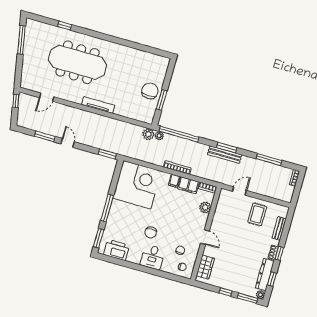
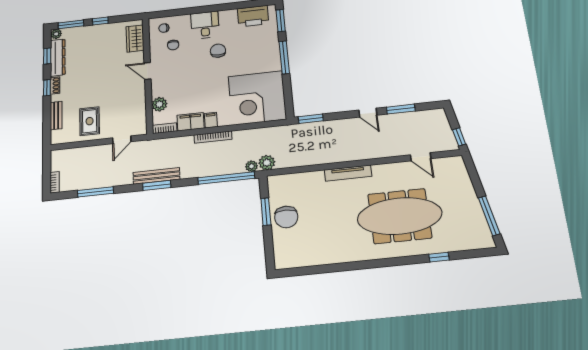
door: (47, 97) -> (421, 157), swing flipped

